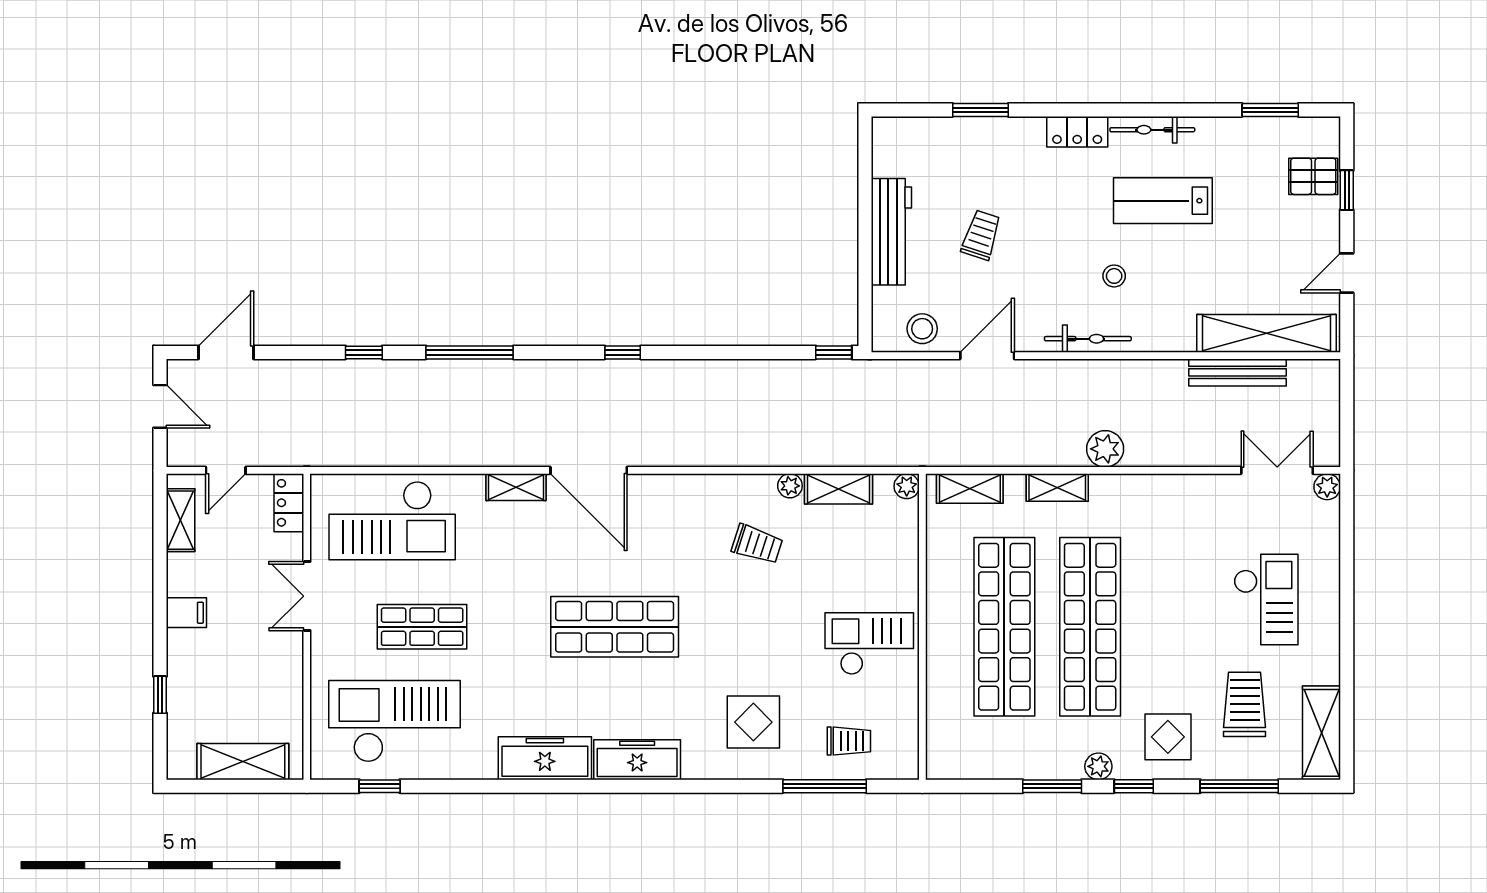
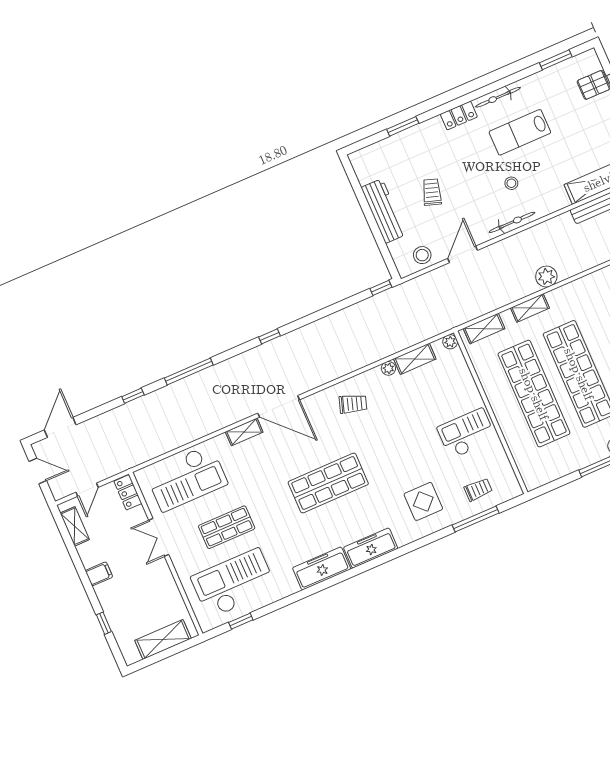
trolley: (757, 544) -> (353, 404), moved

